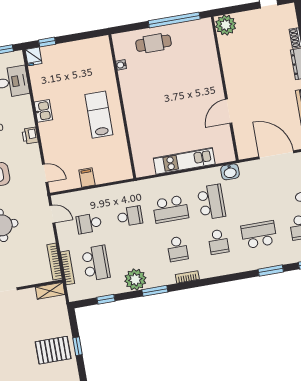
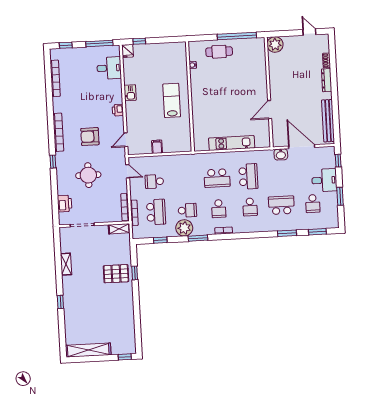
washbasin: (230, 172) -> (281, 154), moved
door: (45, 173) -> (126, 140), swing flipped
school desk: (130, 216) -> (187, 210), moved

